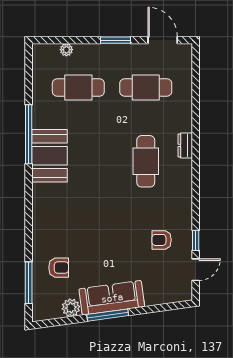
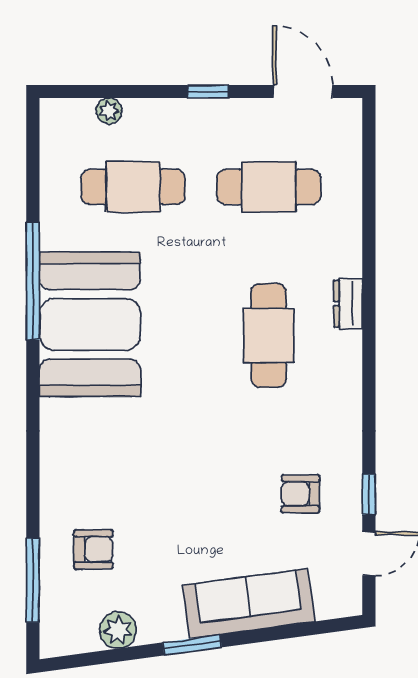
window: (115, 40) -> (208, 92), width x0.67
booth: (49, 156) -> (90, 324), width x1.36, depth x1.42
sofa: (112, 298) -> (249, 603), moved
window: (108, 315) -> (192, 645), width x0.69

